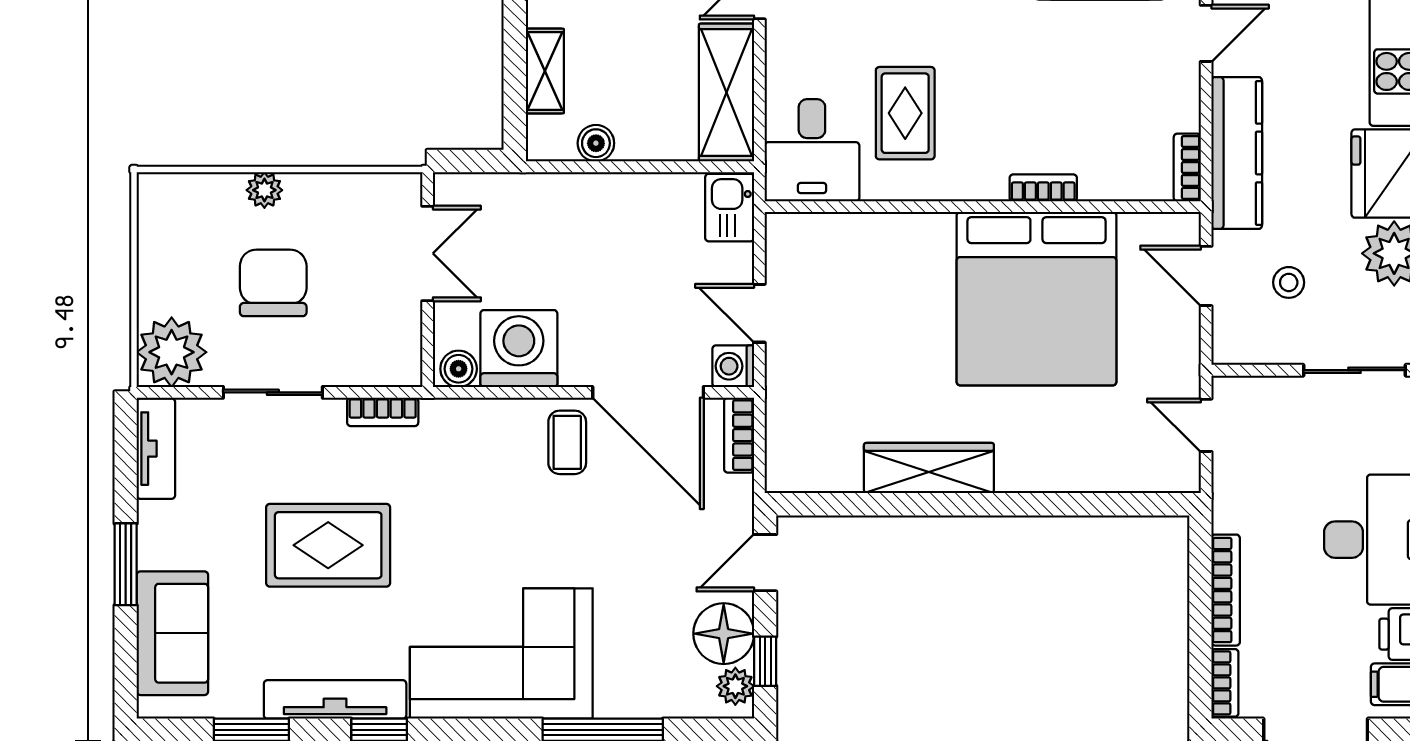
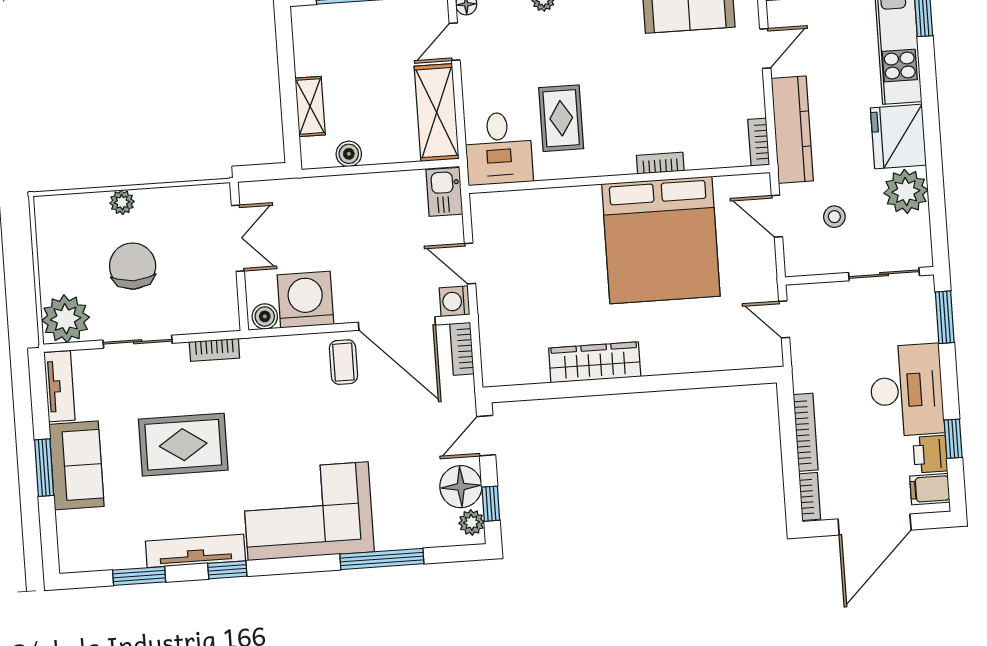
sofa: (172, 633) -> (76, 465), moved

